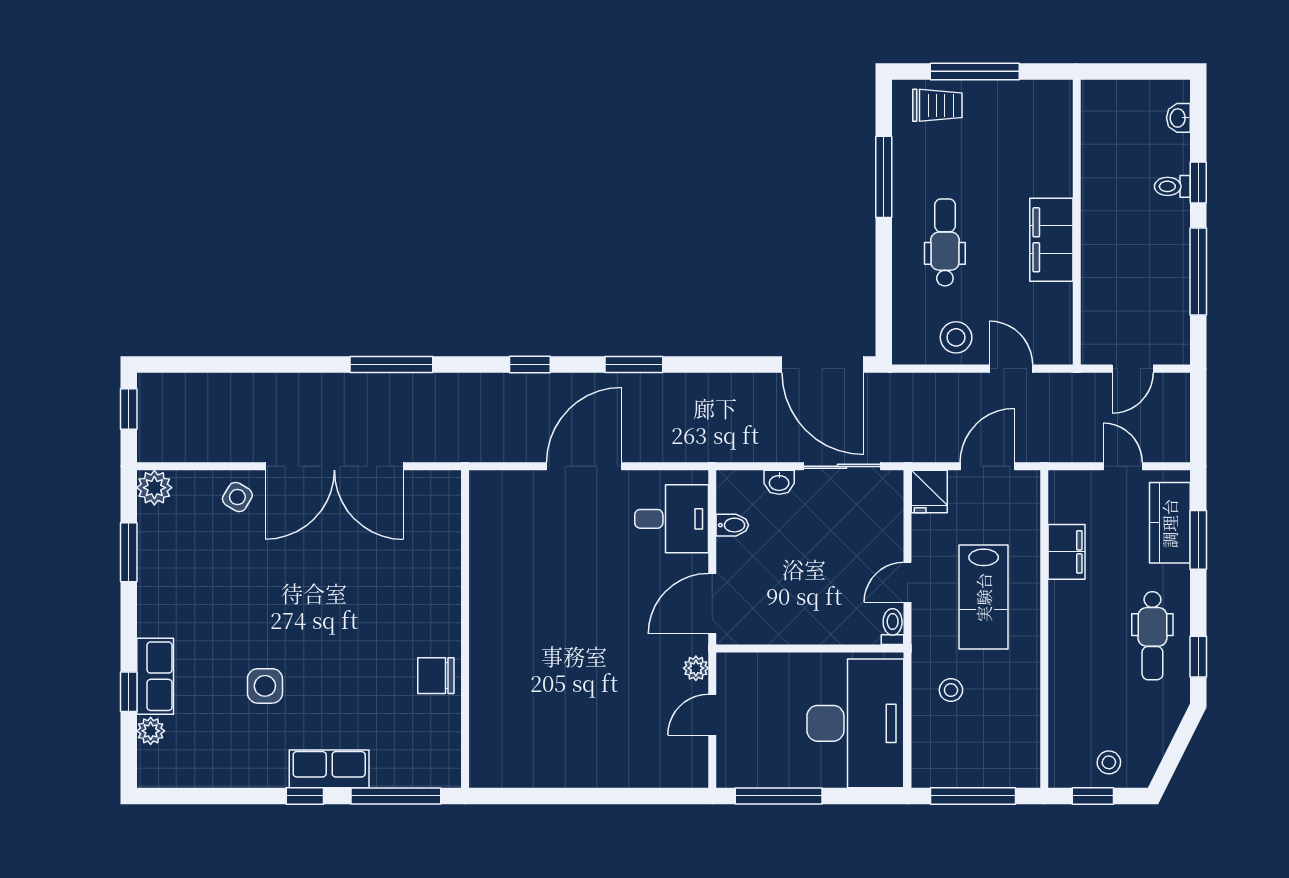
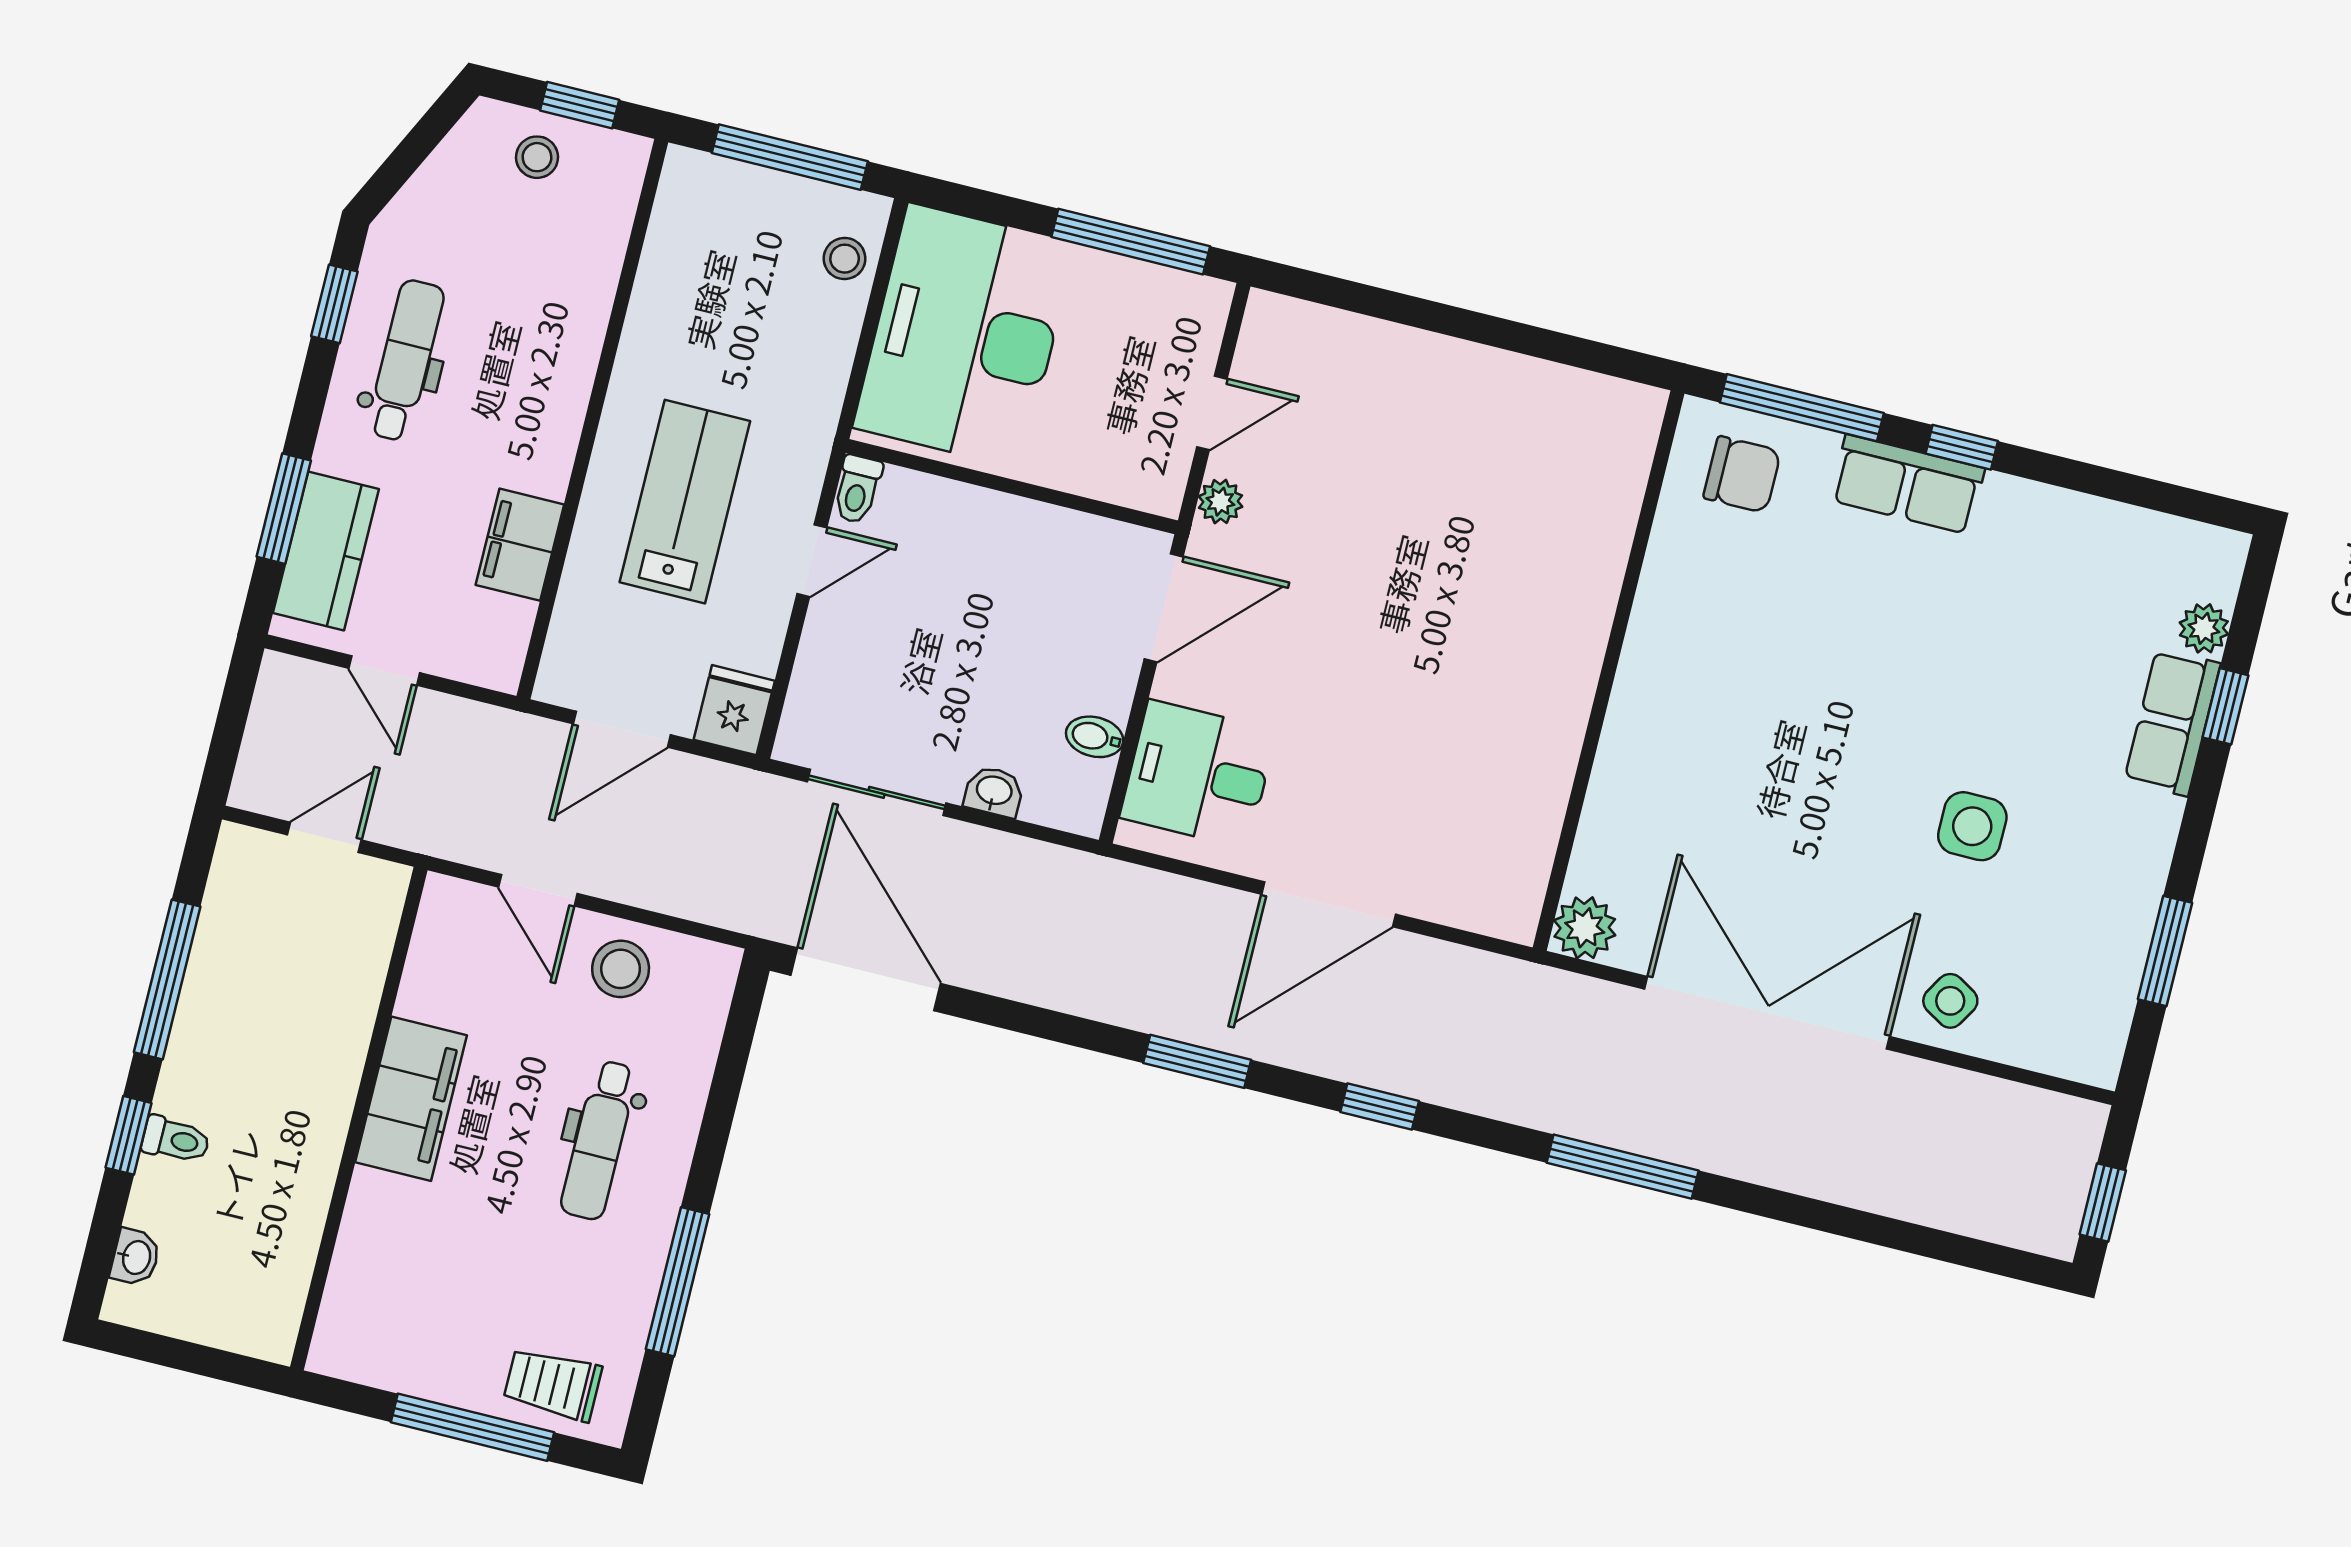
plant: (154, 488) -> (1585, 928), moved
chair: (436, 676) -> (1742, 474), moved
side table: (265, 686) -> (1972, 826), moved
stool: (951, 690) -> (845, 259), moved

